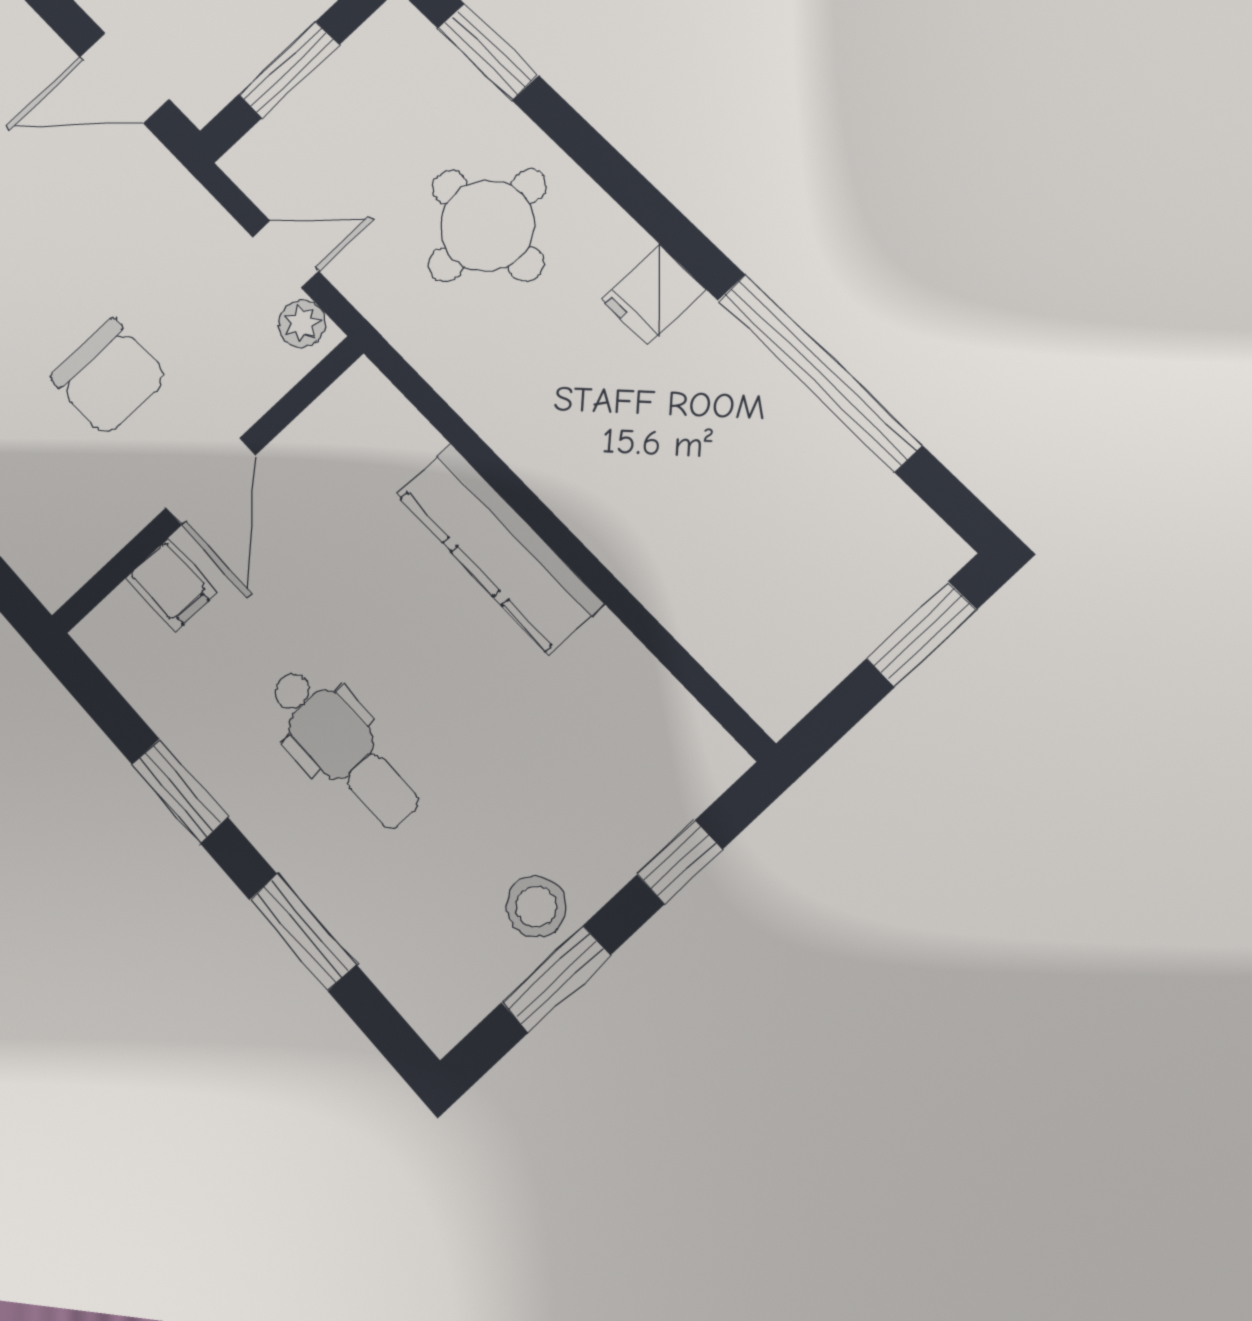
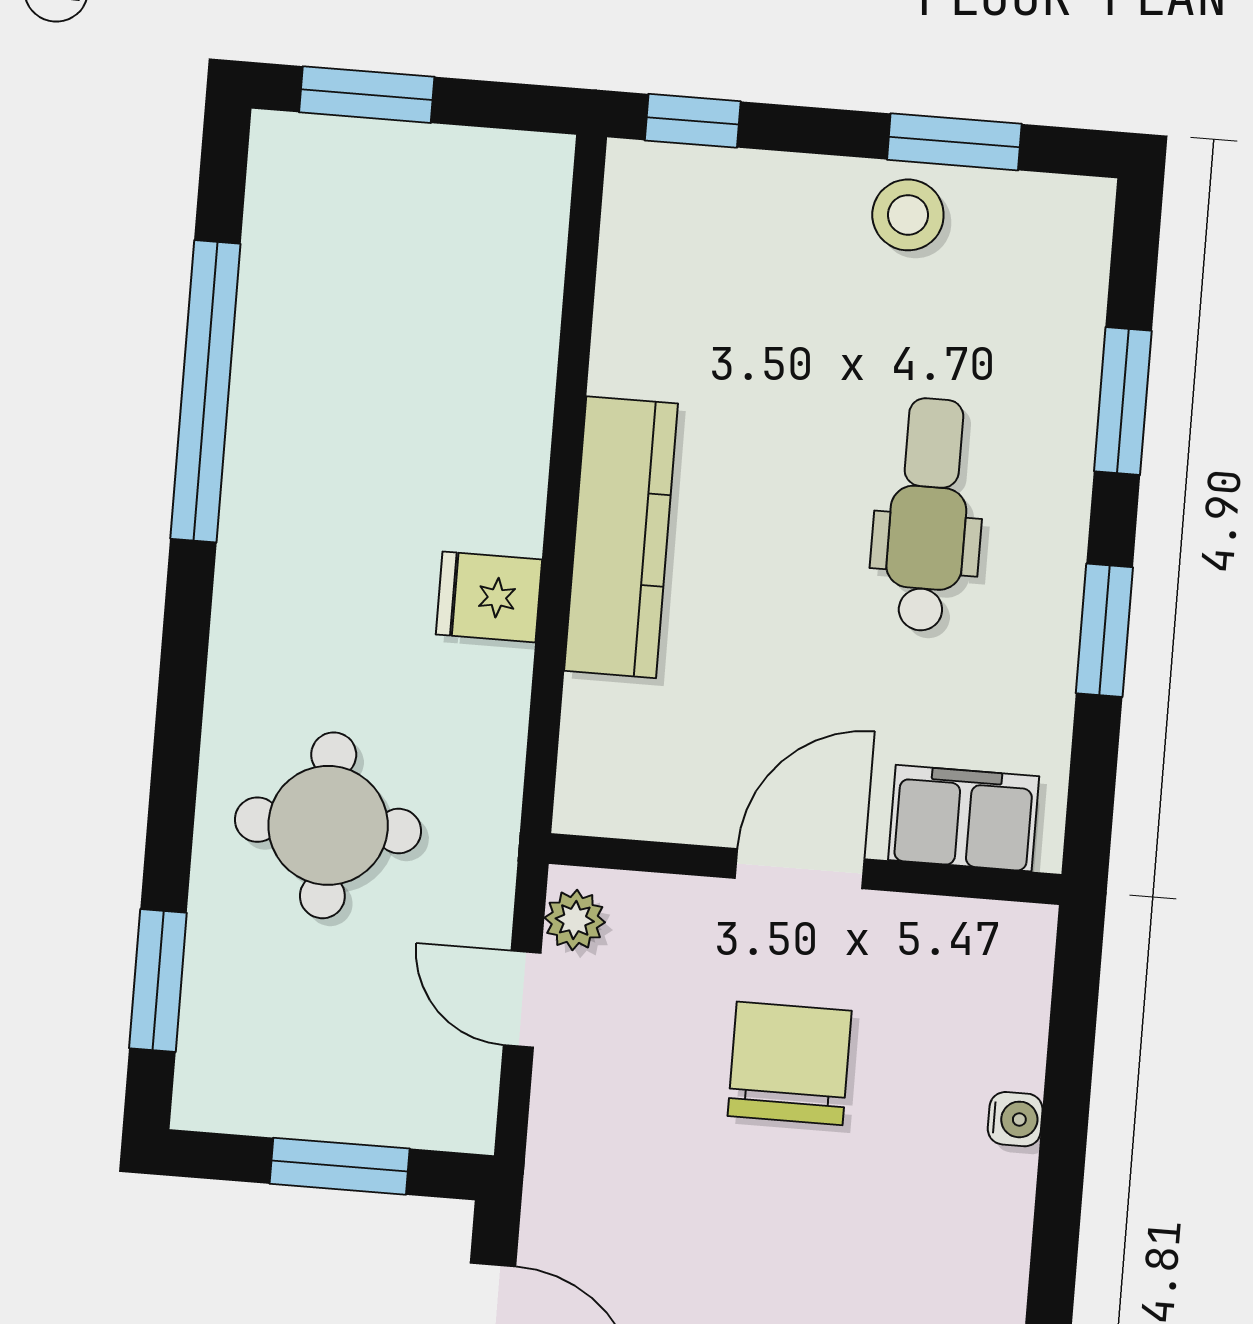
fridge: (654, 295) -> (489, 597), moved, turned 180
filing cabinet: (172, 585) -> (964, 818), width x2.00
window: (680, 862) -> (693, 121), moved

